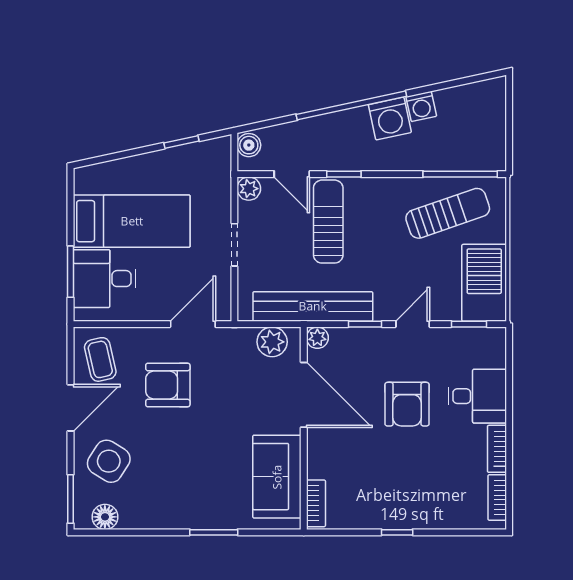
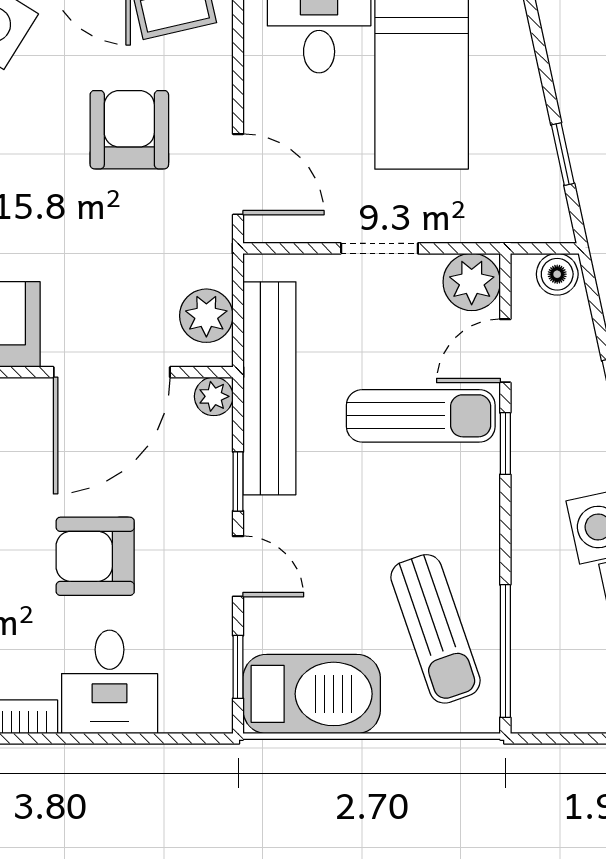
plant: (249, 189) -> (472, 282), width x1.38, depth x1.38

